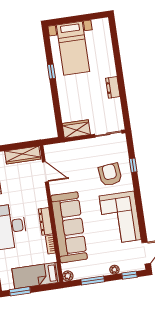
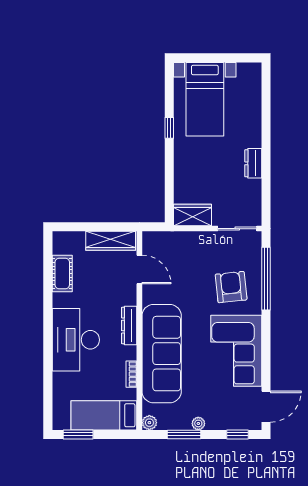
window: (133, 165) -> (266, 279), width x3.17
dresser: (45, 221) -> (129, 325), moved
plant: (114, 270) -> (198, 423), moved

